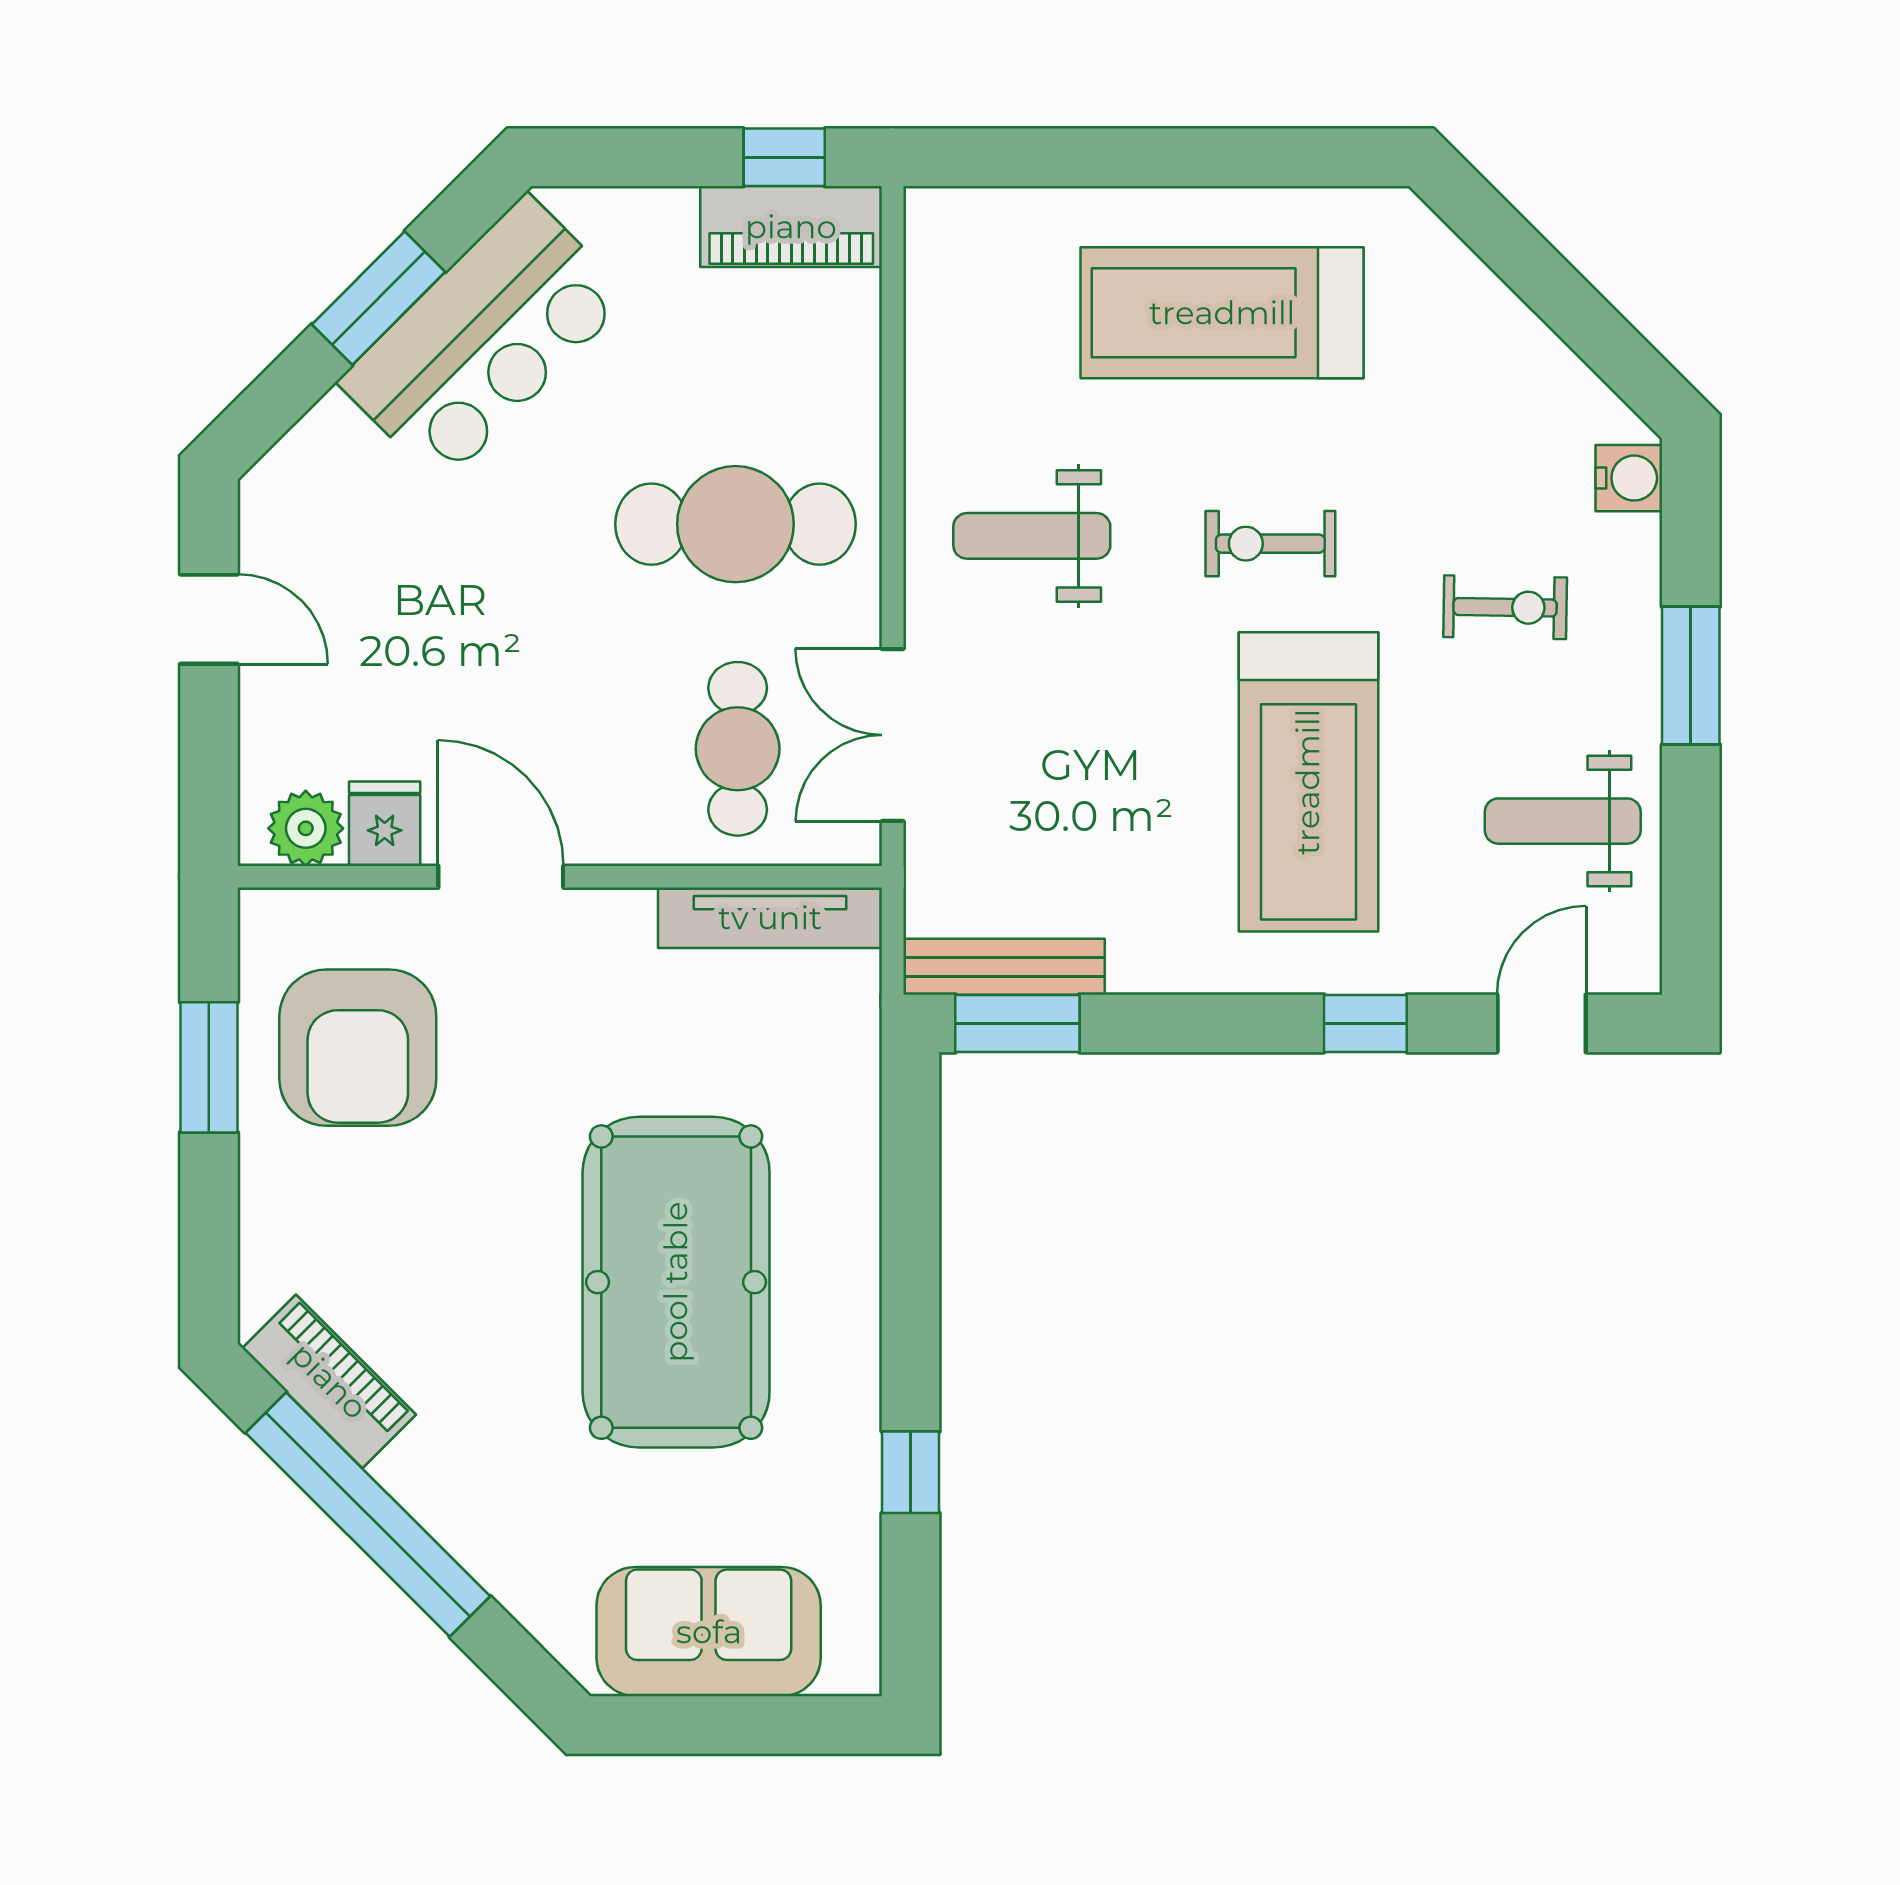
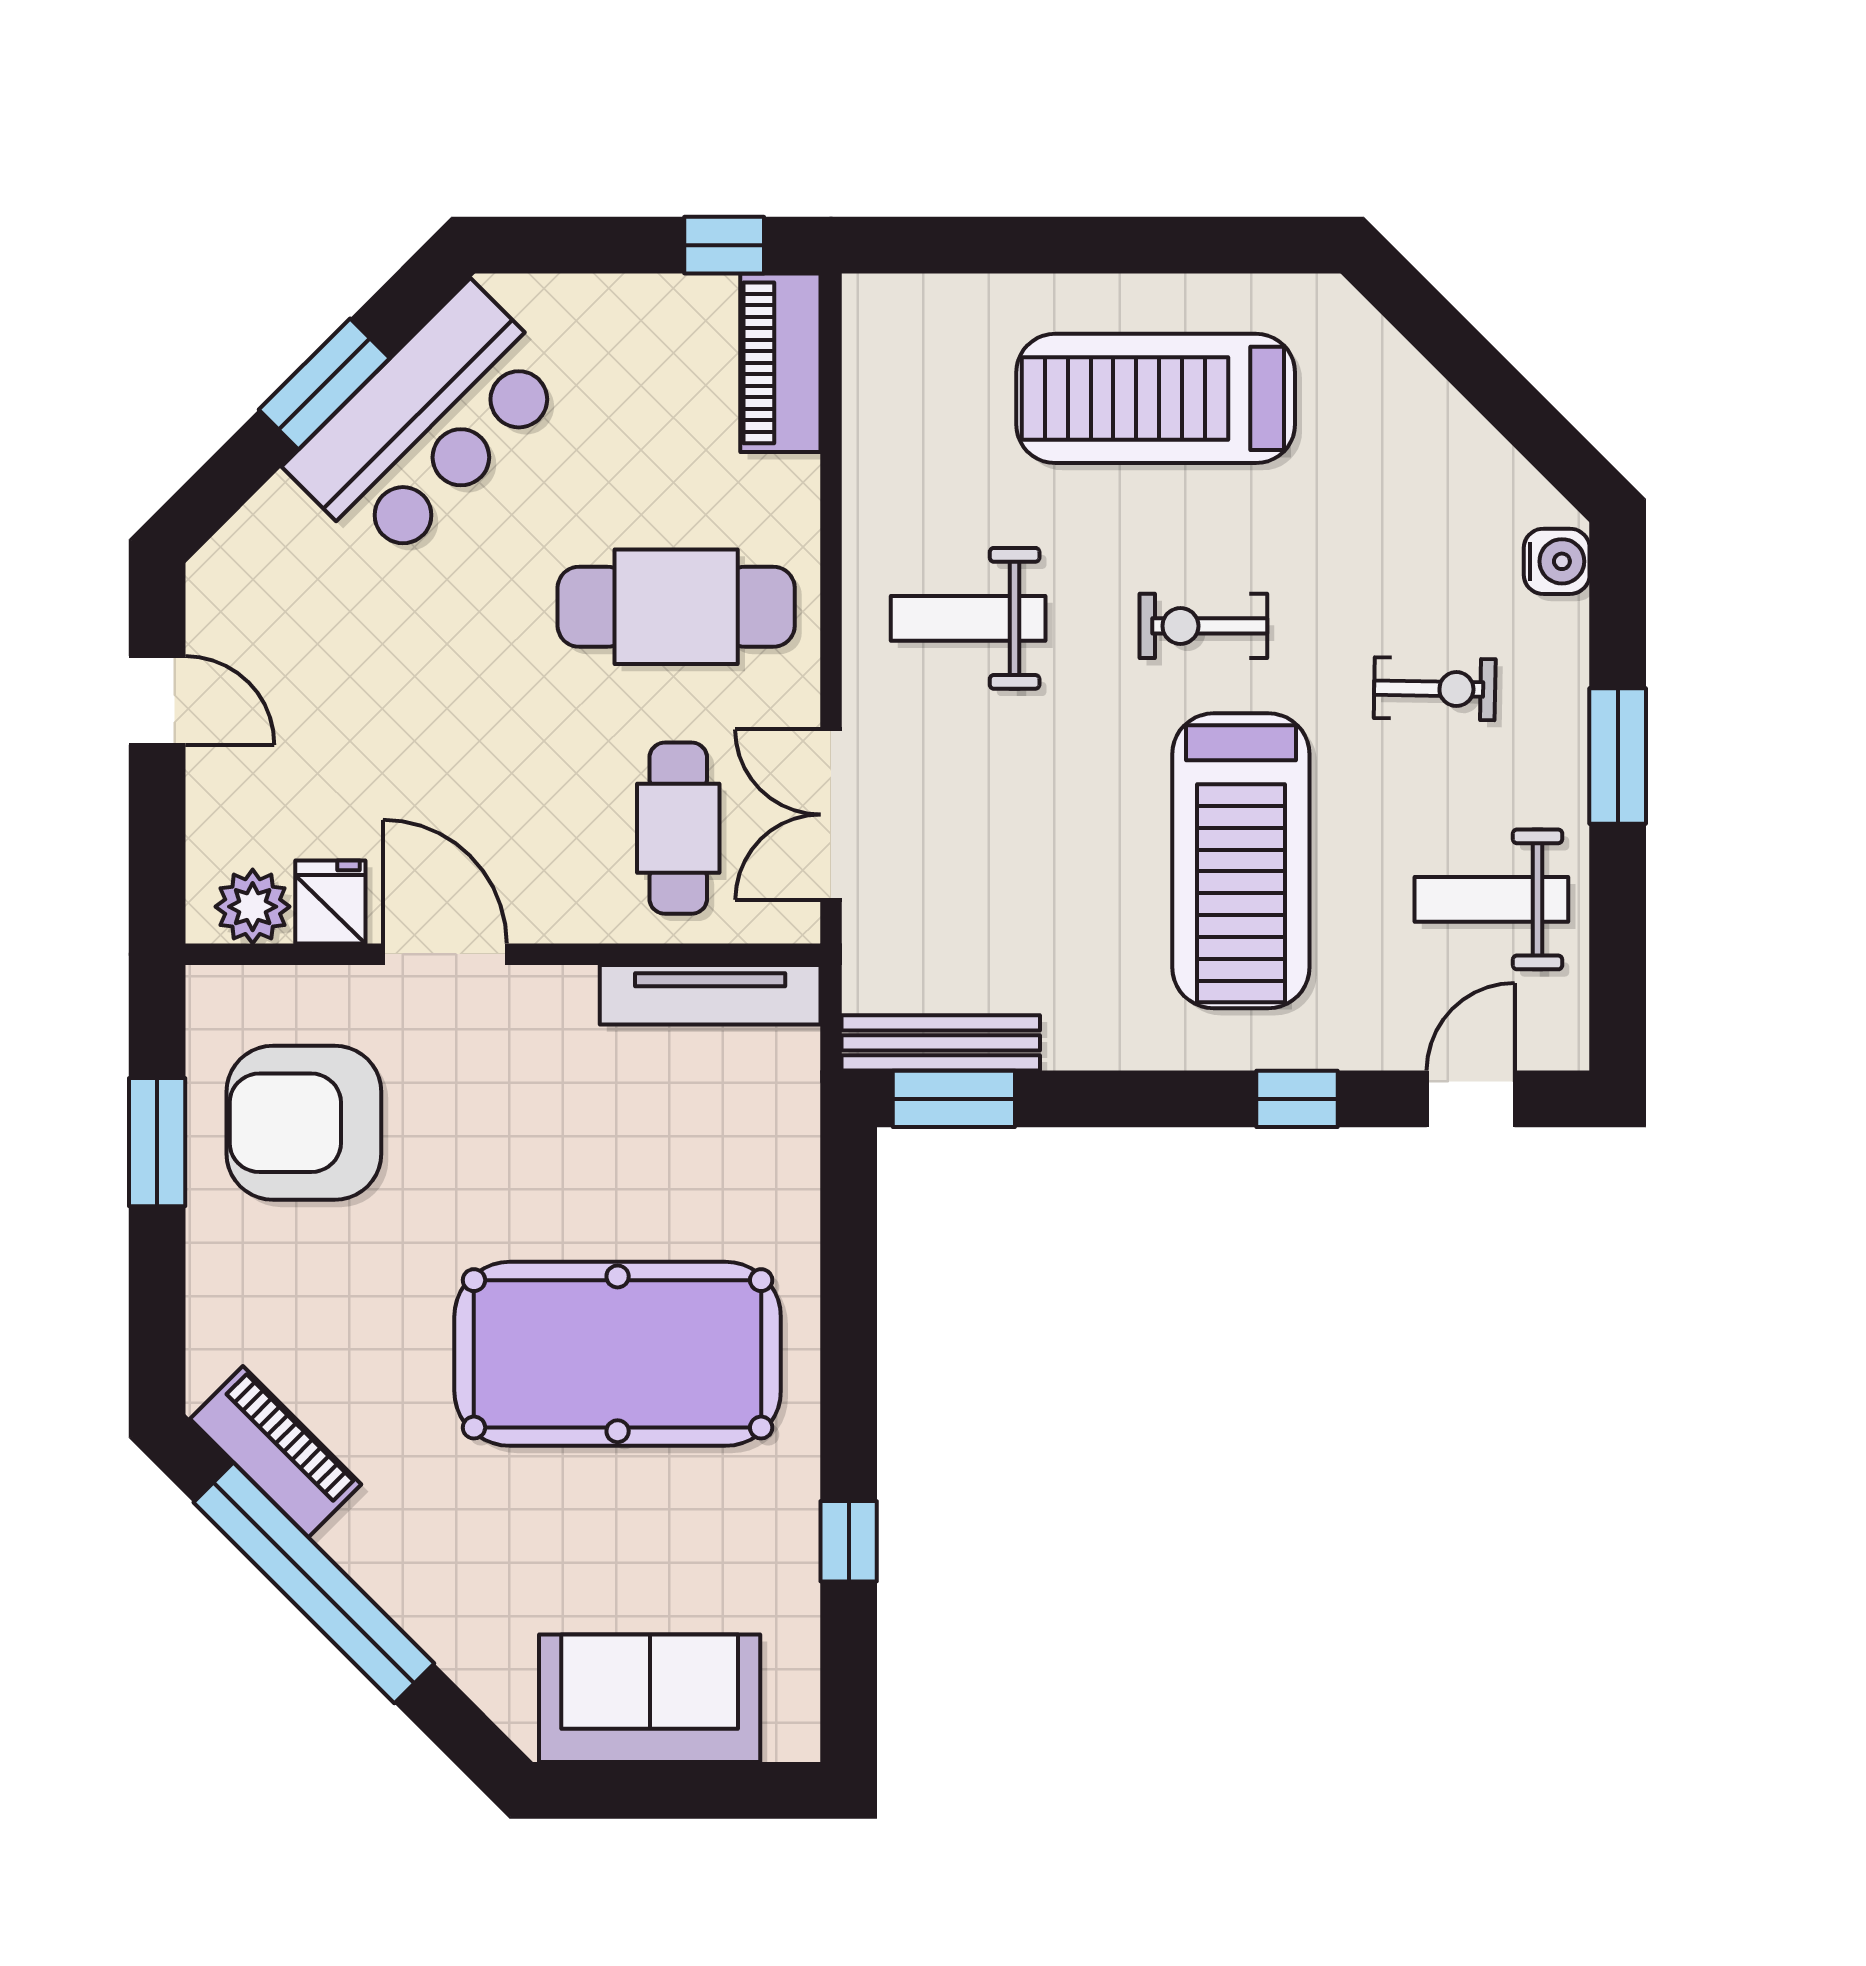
piano: (791, 227) -> (780, 363), moved, turned 90
armchair: (358, 1048) -> (304, 1123), turned 90
pool table: (676, 1282) -> (618, 1354), turned 90

